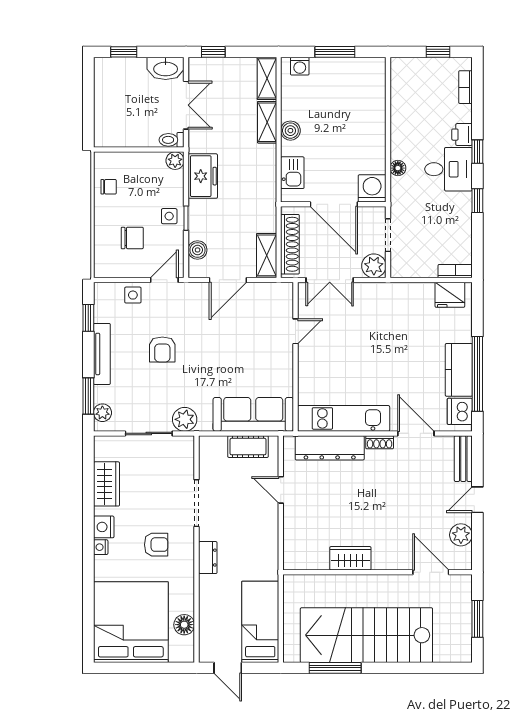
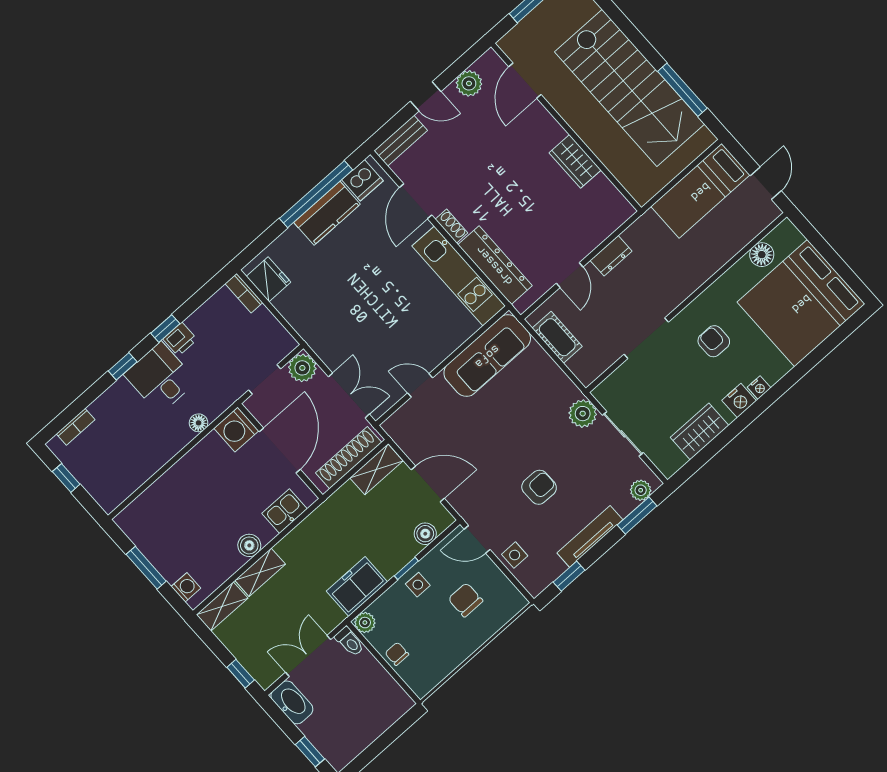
printer: (462, 135) -> (180, 339), moved
chair: (109, 187) -> (397, 654), moved
sofa: (253, 414) -> (487, 356), moved, turned -90
dresser: (208, 558) -> (611, 256), moved, turned 180

